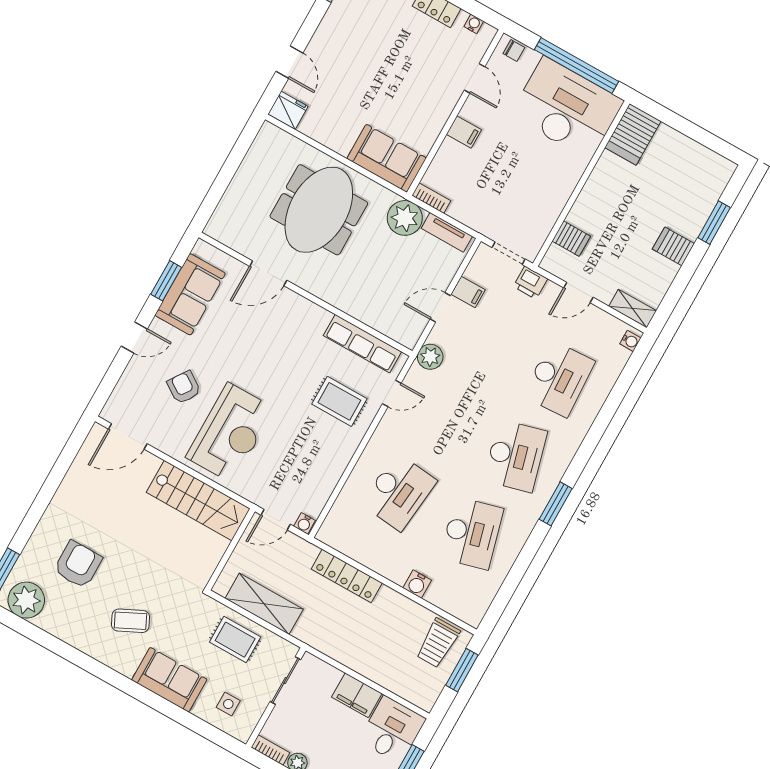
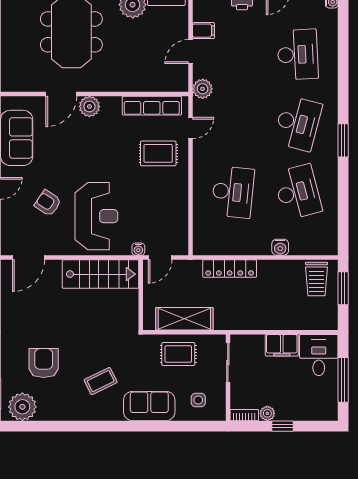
plant: (292, 305) -> (89, 106), added
desk: (515, 456) -> (298, 123), turned 30
water cooler: (304, 523) -> (138, 249), moved

